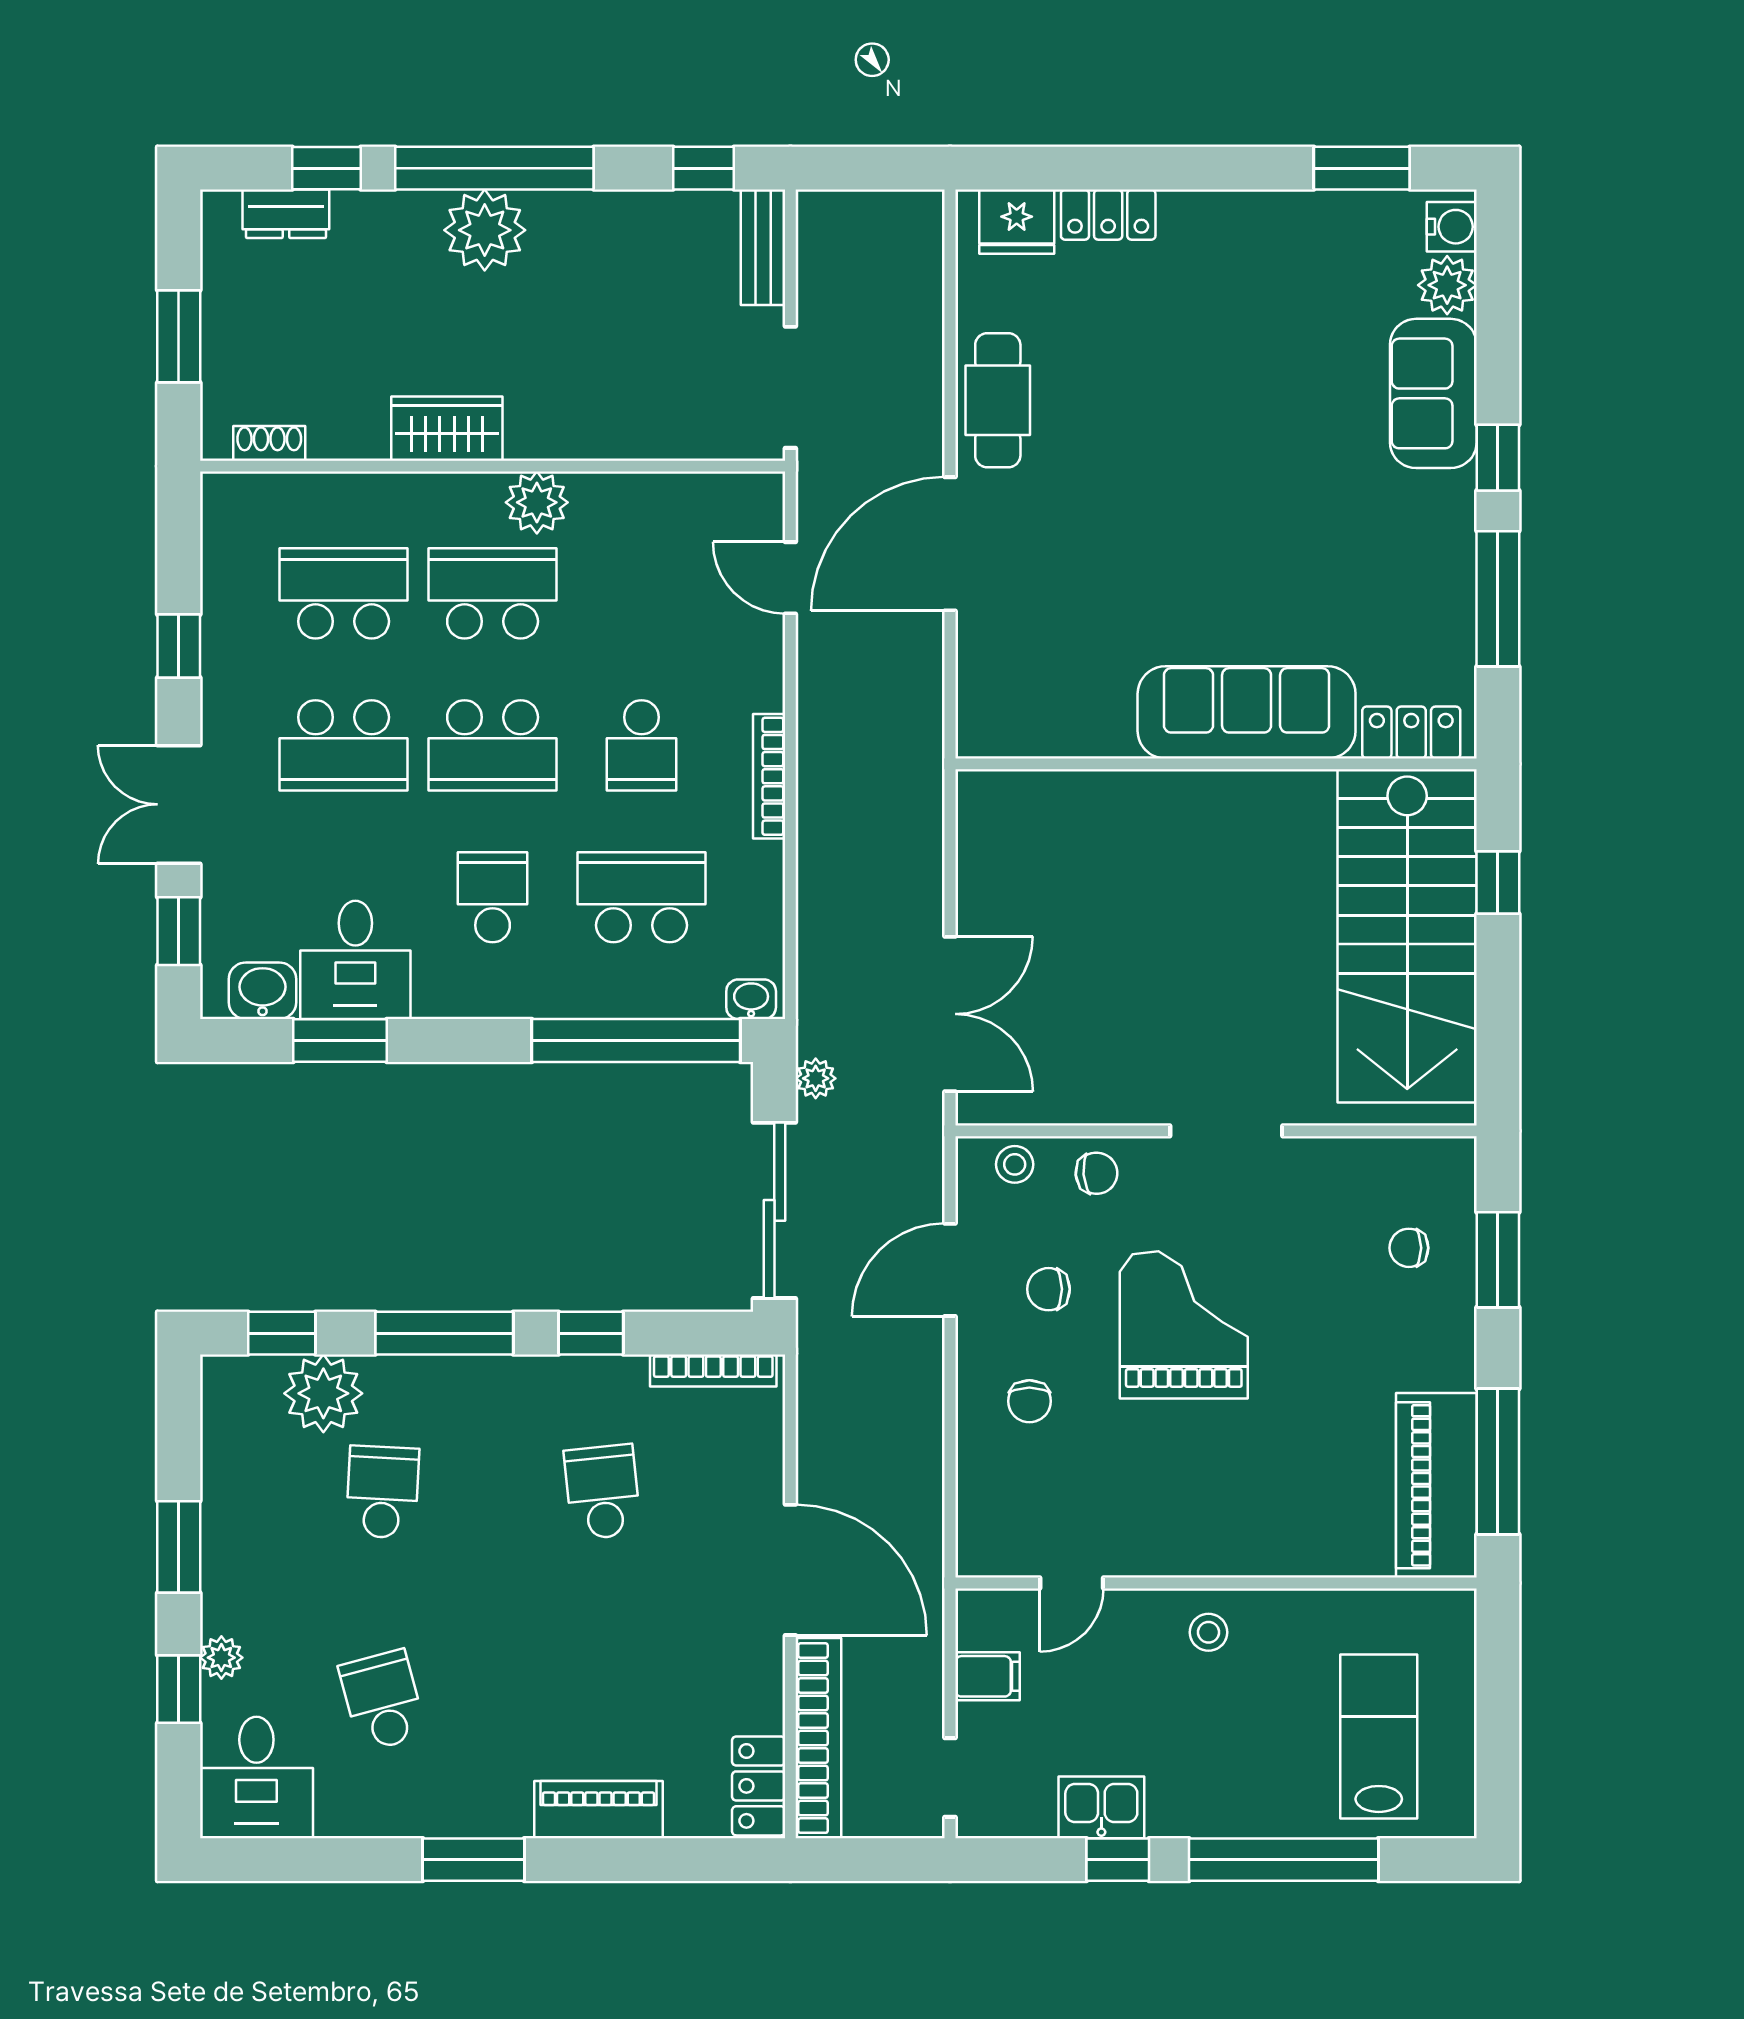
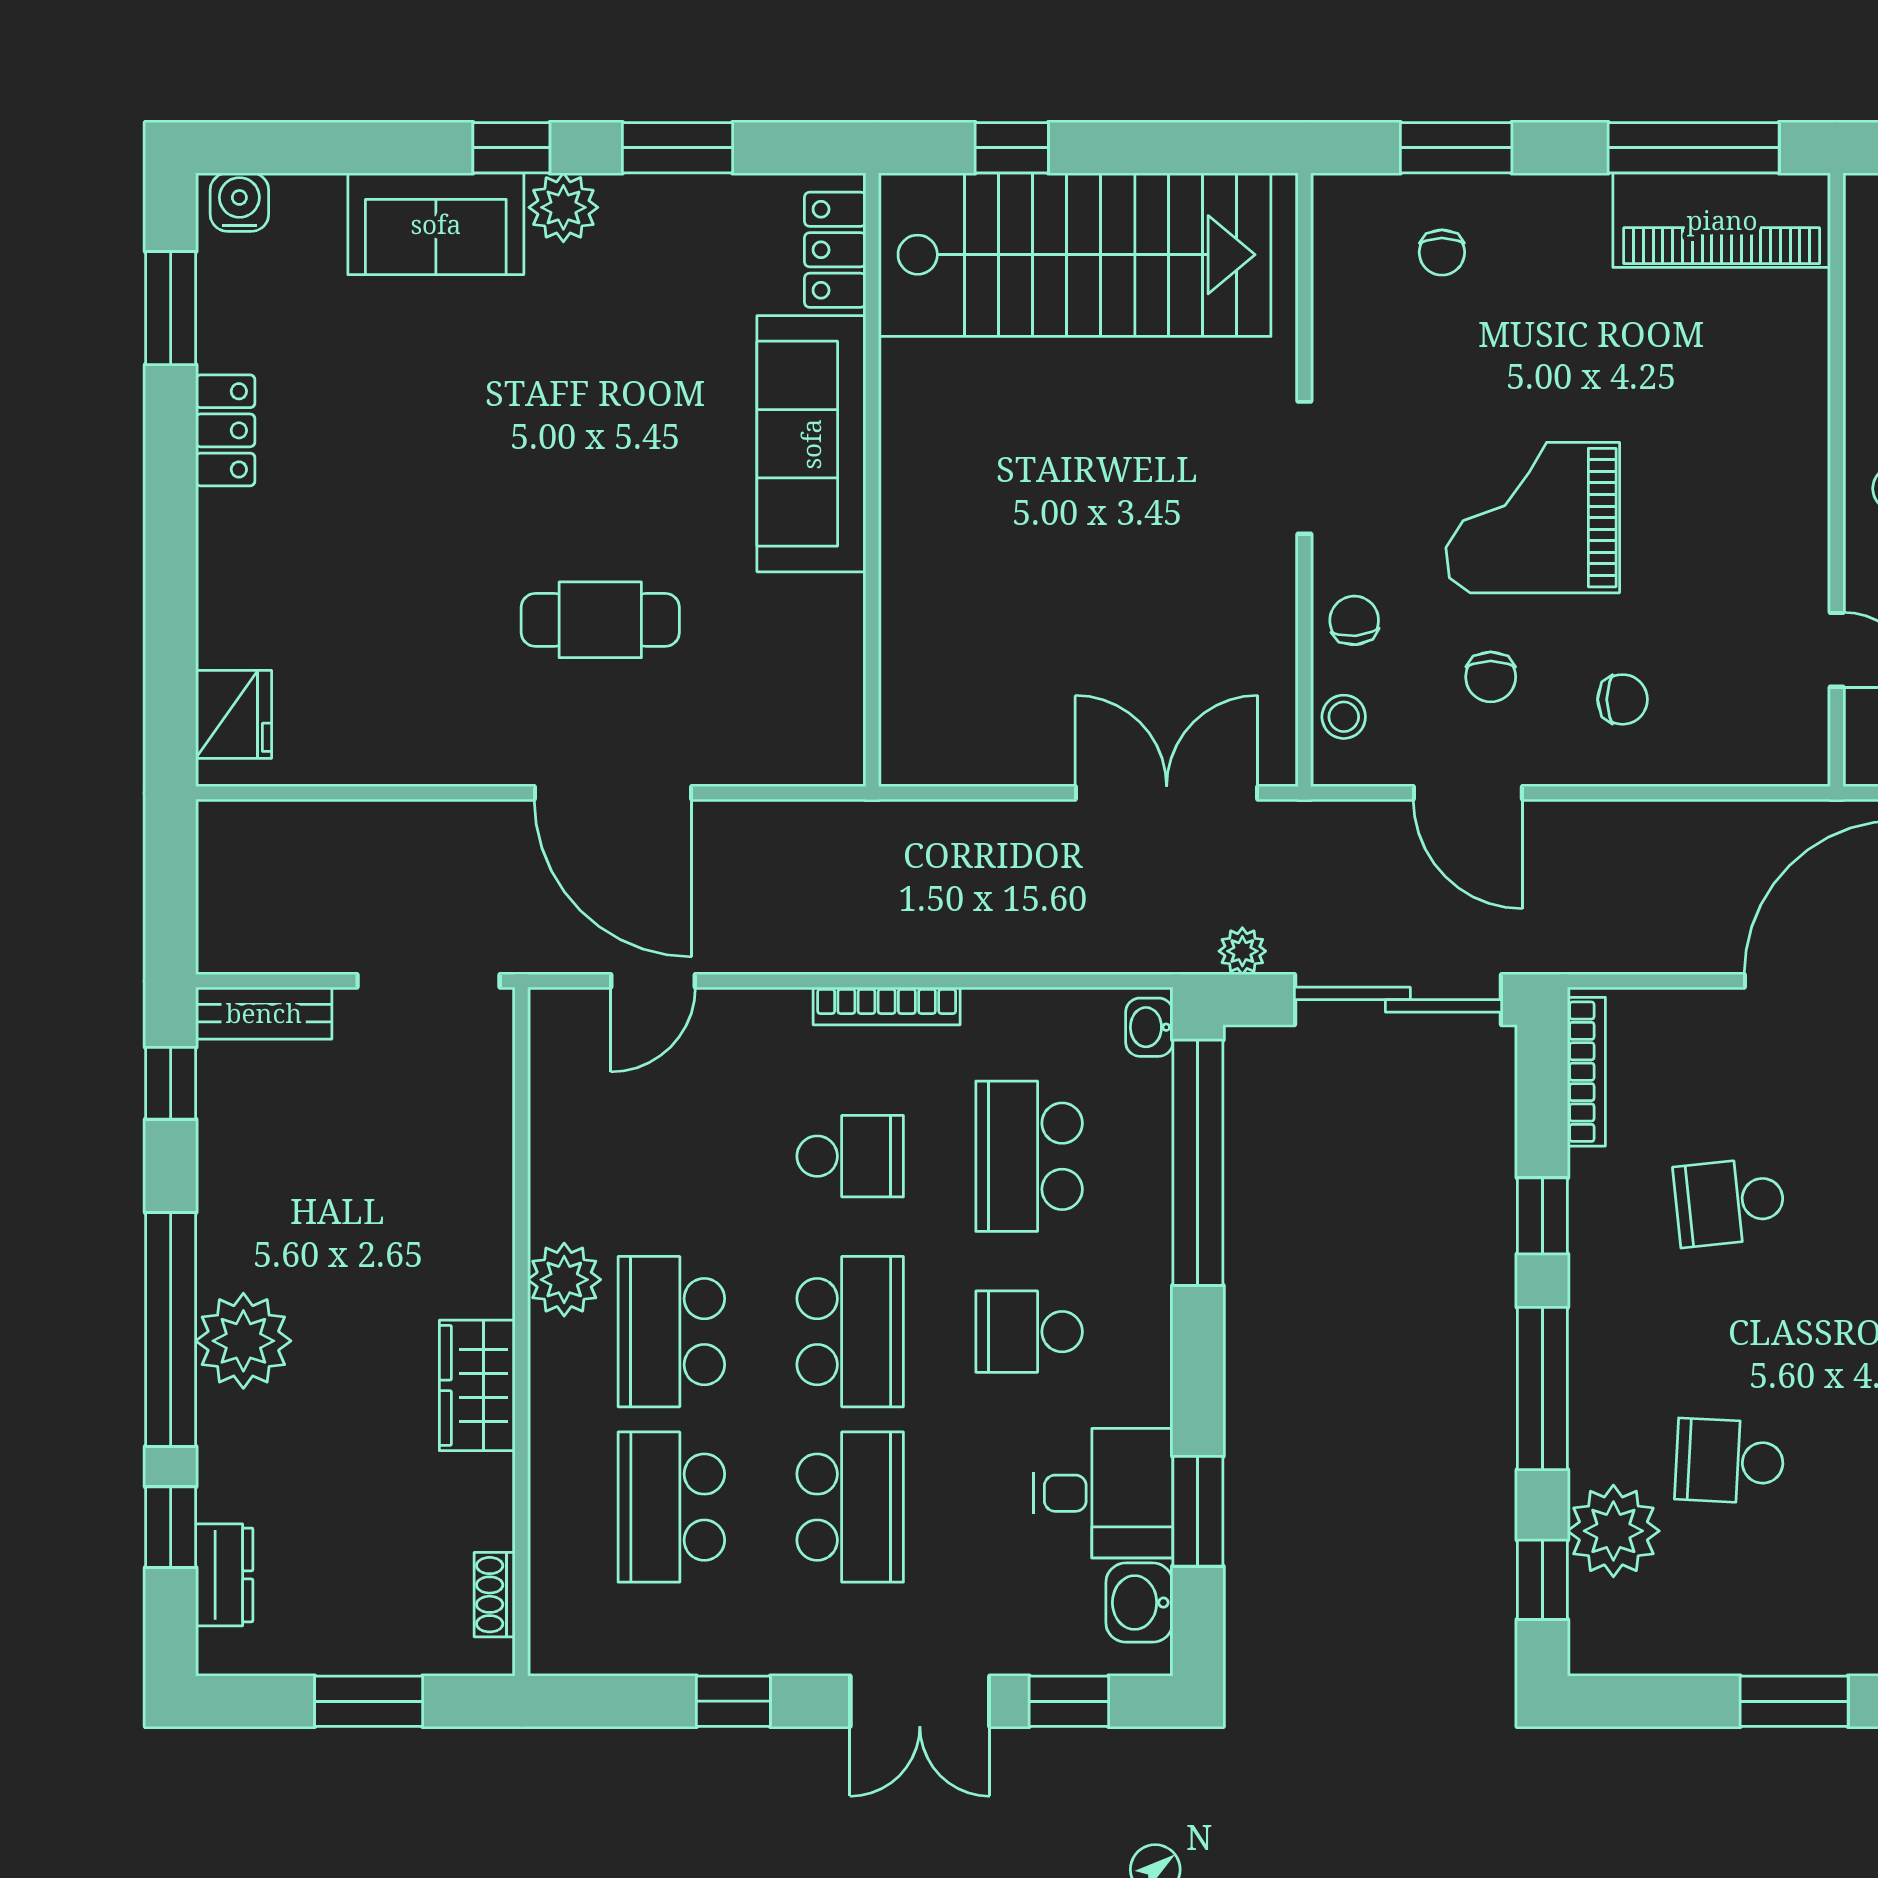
locker: (1108, 215) -> (225, 430), moved
plant: (1447, 285) -> (563, 207), moved
cafe table: (998, 400) -> (600, 620), moved
window: (1498, 599) -> (678, 148), width x0.69

